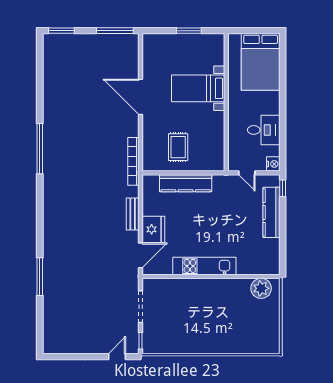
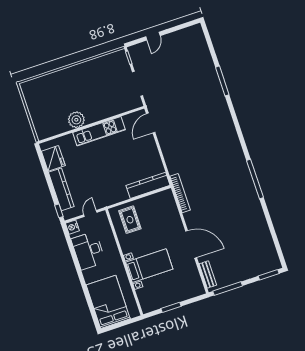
desk: (264, 130) -> (88, 251), width x1.37
rug: (178, 147) -> (130, 220), moved
door: (247, 173) -> (90, 213), hinge flipped
kitchen counter: (186, 183) -> (148, 185), moved
bench: (133, 214) -> (208, 274), moved
fridge: (153, 229) -> (53, 158), moved, turned 180
plant: (261, 288) -> (76, 120), moved
door: (117, 357) -> (153, 36), moved

